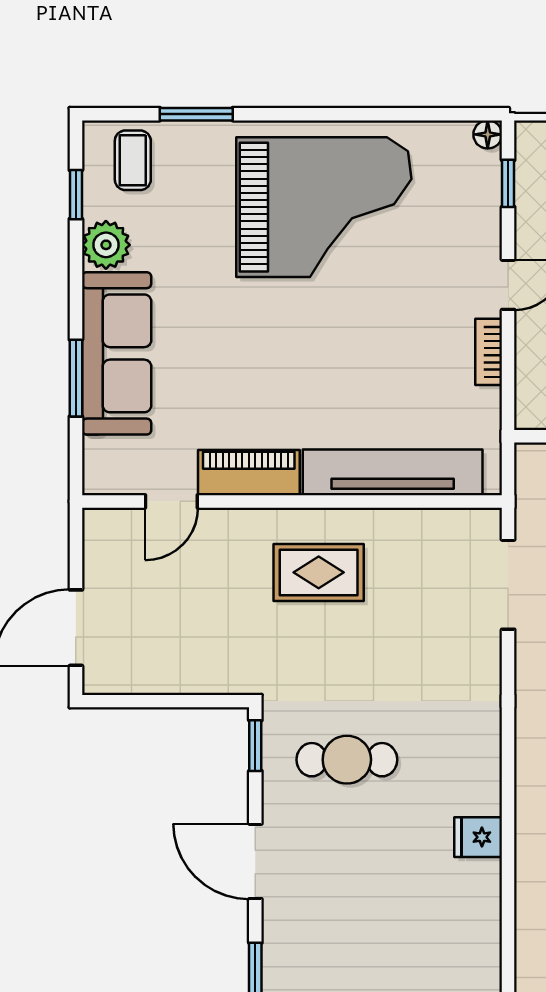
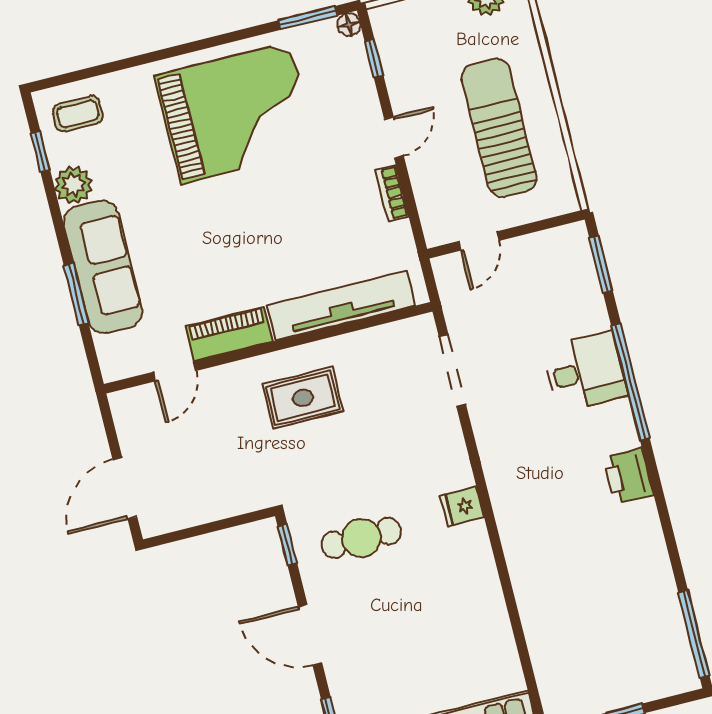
window: (196, 114) -> (308, 18), moved
coffee table: (133, 160) -> (78, 114), turned 90
fridge: (478, 837) -> (462, 507), moved

